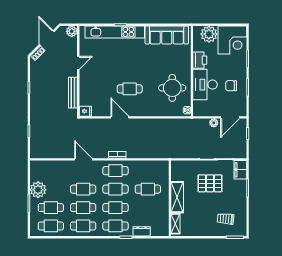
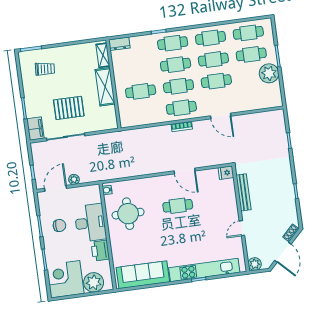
dresser: (142, 231) -> (119, 44), moved

